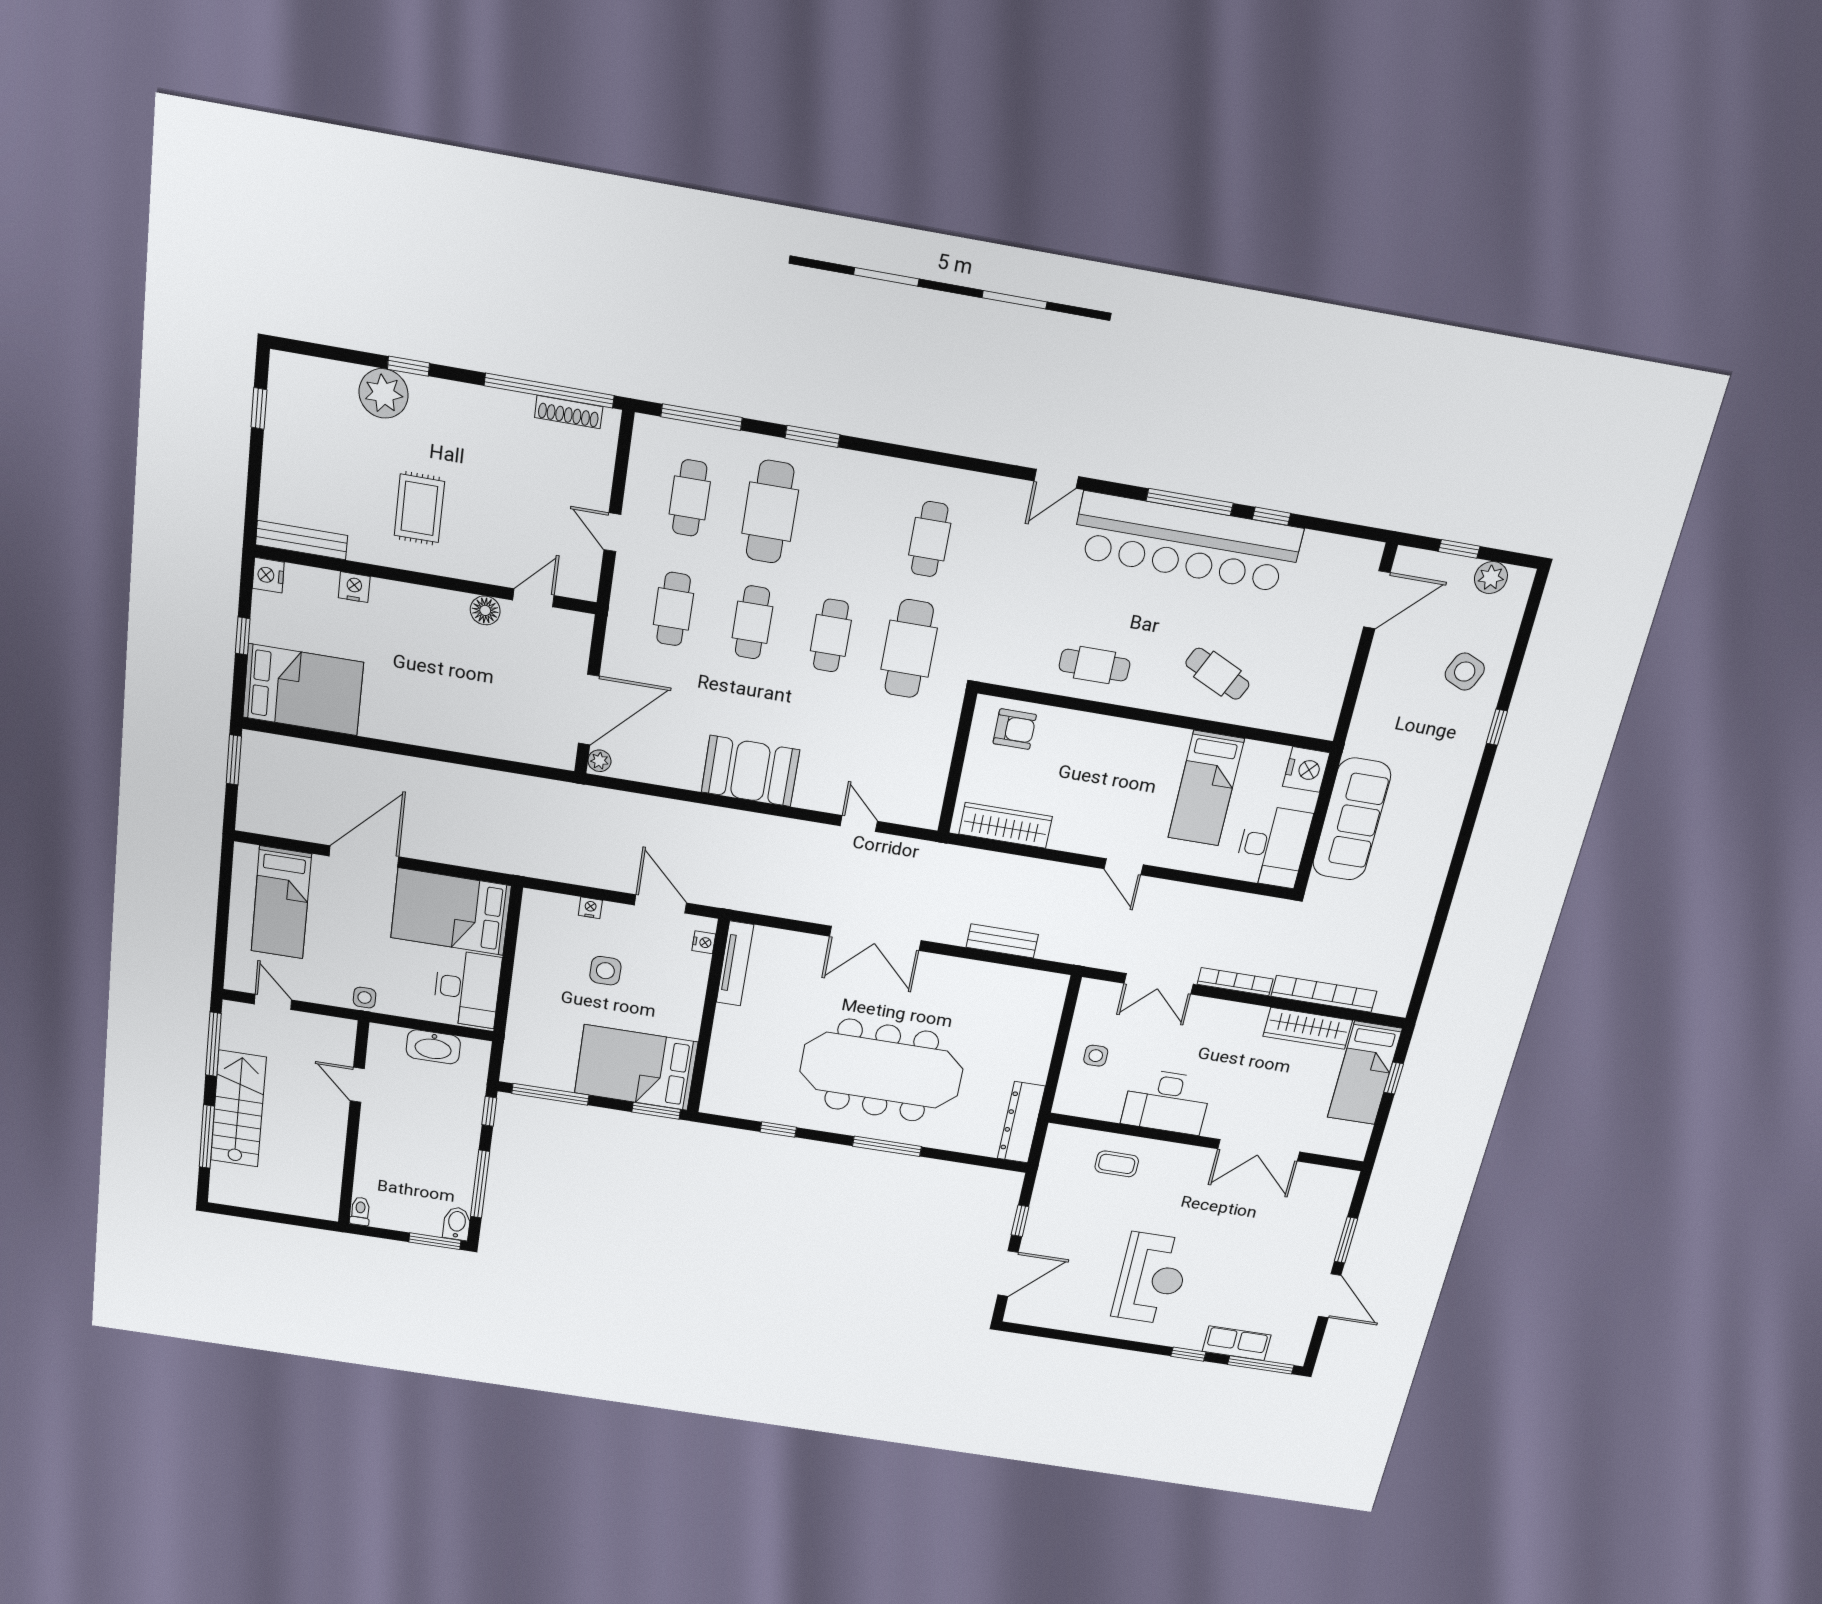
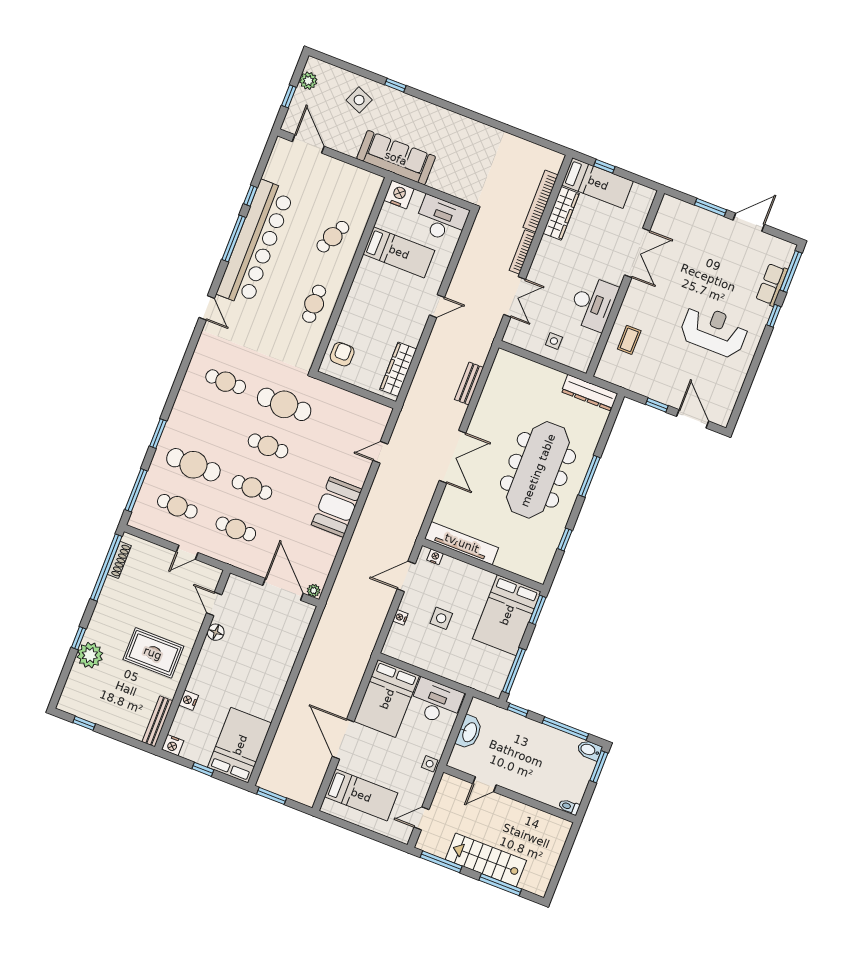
rug: (419, 508) -> (153, 653), width x1.36, depth x1.43
sofa: (1352, 819) -> (396, 158), moved
tv unit: (735, 963) -> (462, 543), width x1.36, depth x1.29

